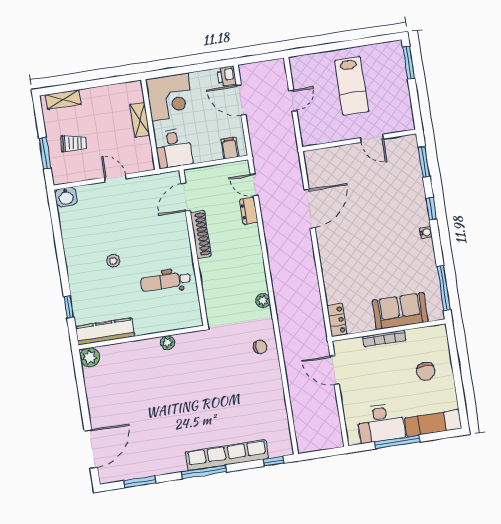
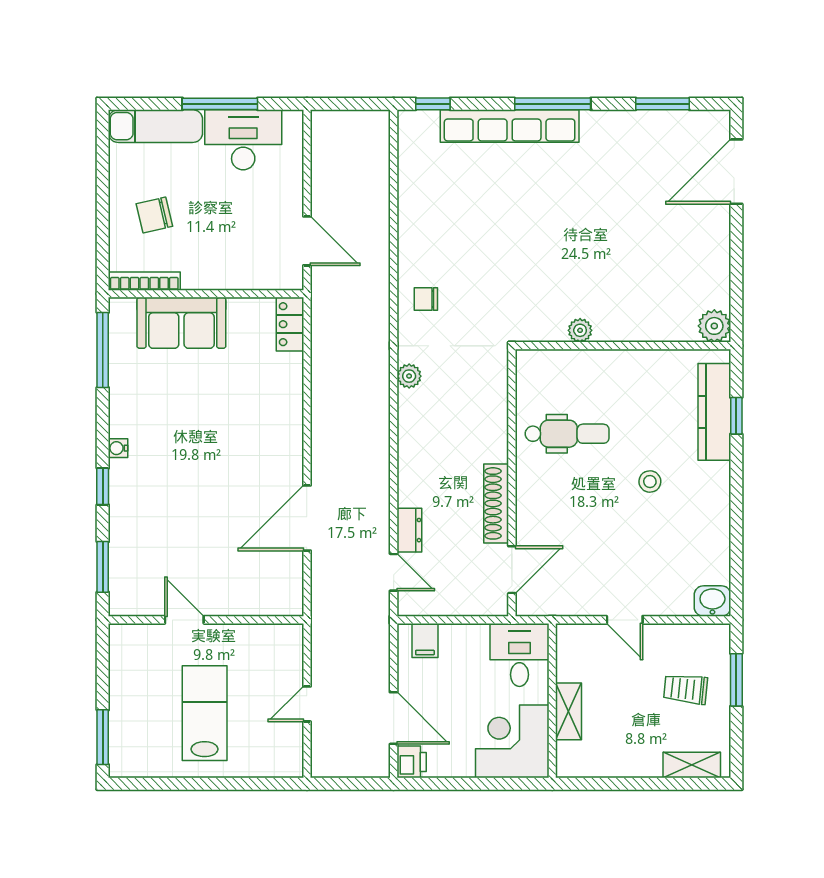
kitchen counter: (105, 331) -> (714, 412), moved, turned 90
bookcase: (384, 338) -> (144, 281), moved
chair: (426, 371) -> (154, 215), turned -103

